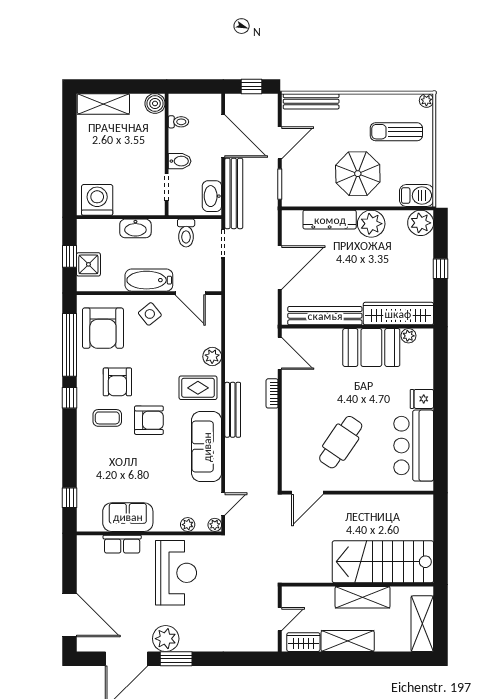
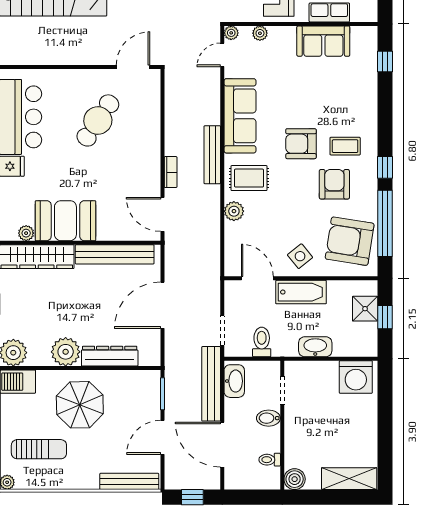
armchair: (103, 328) -> (350, 241), turned -81

